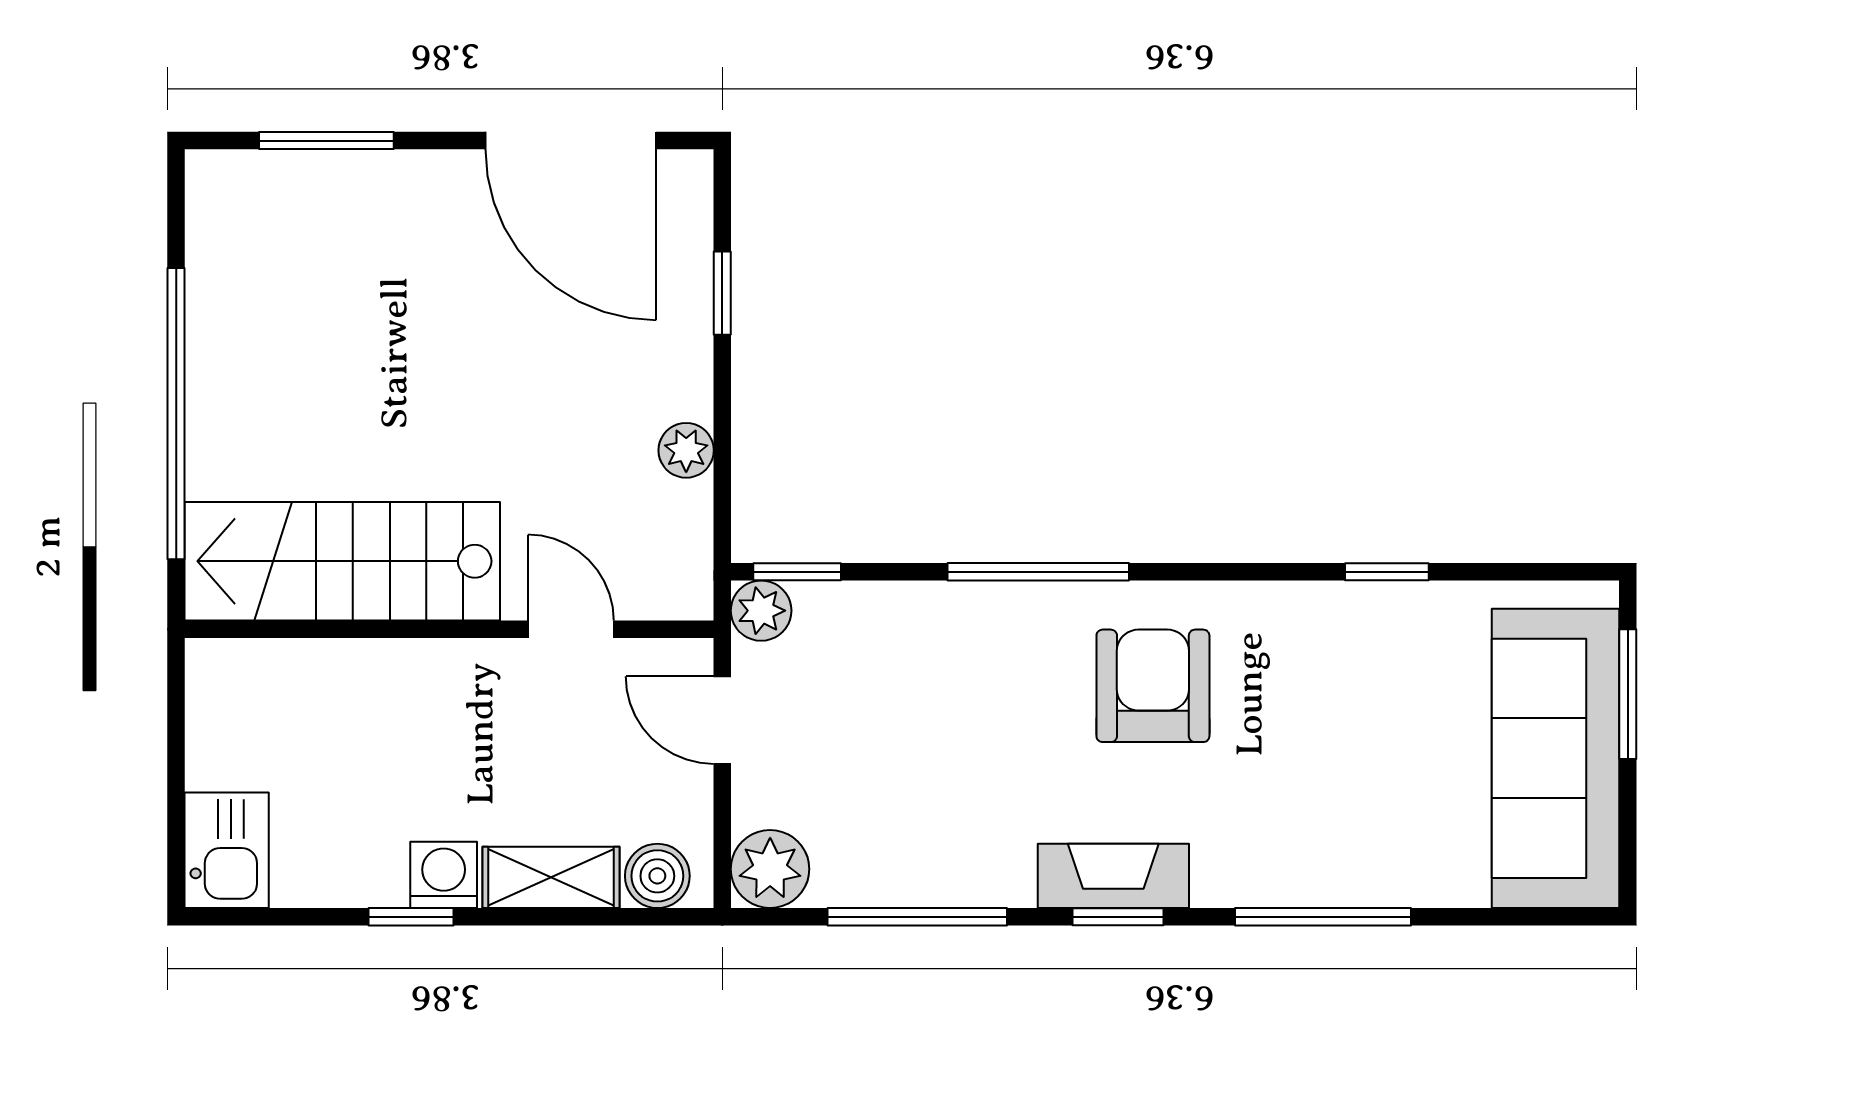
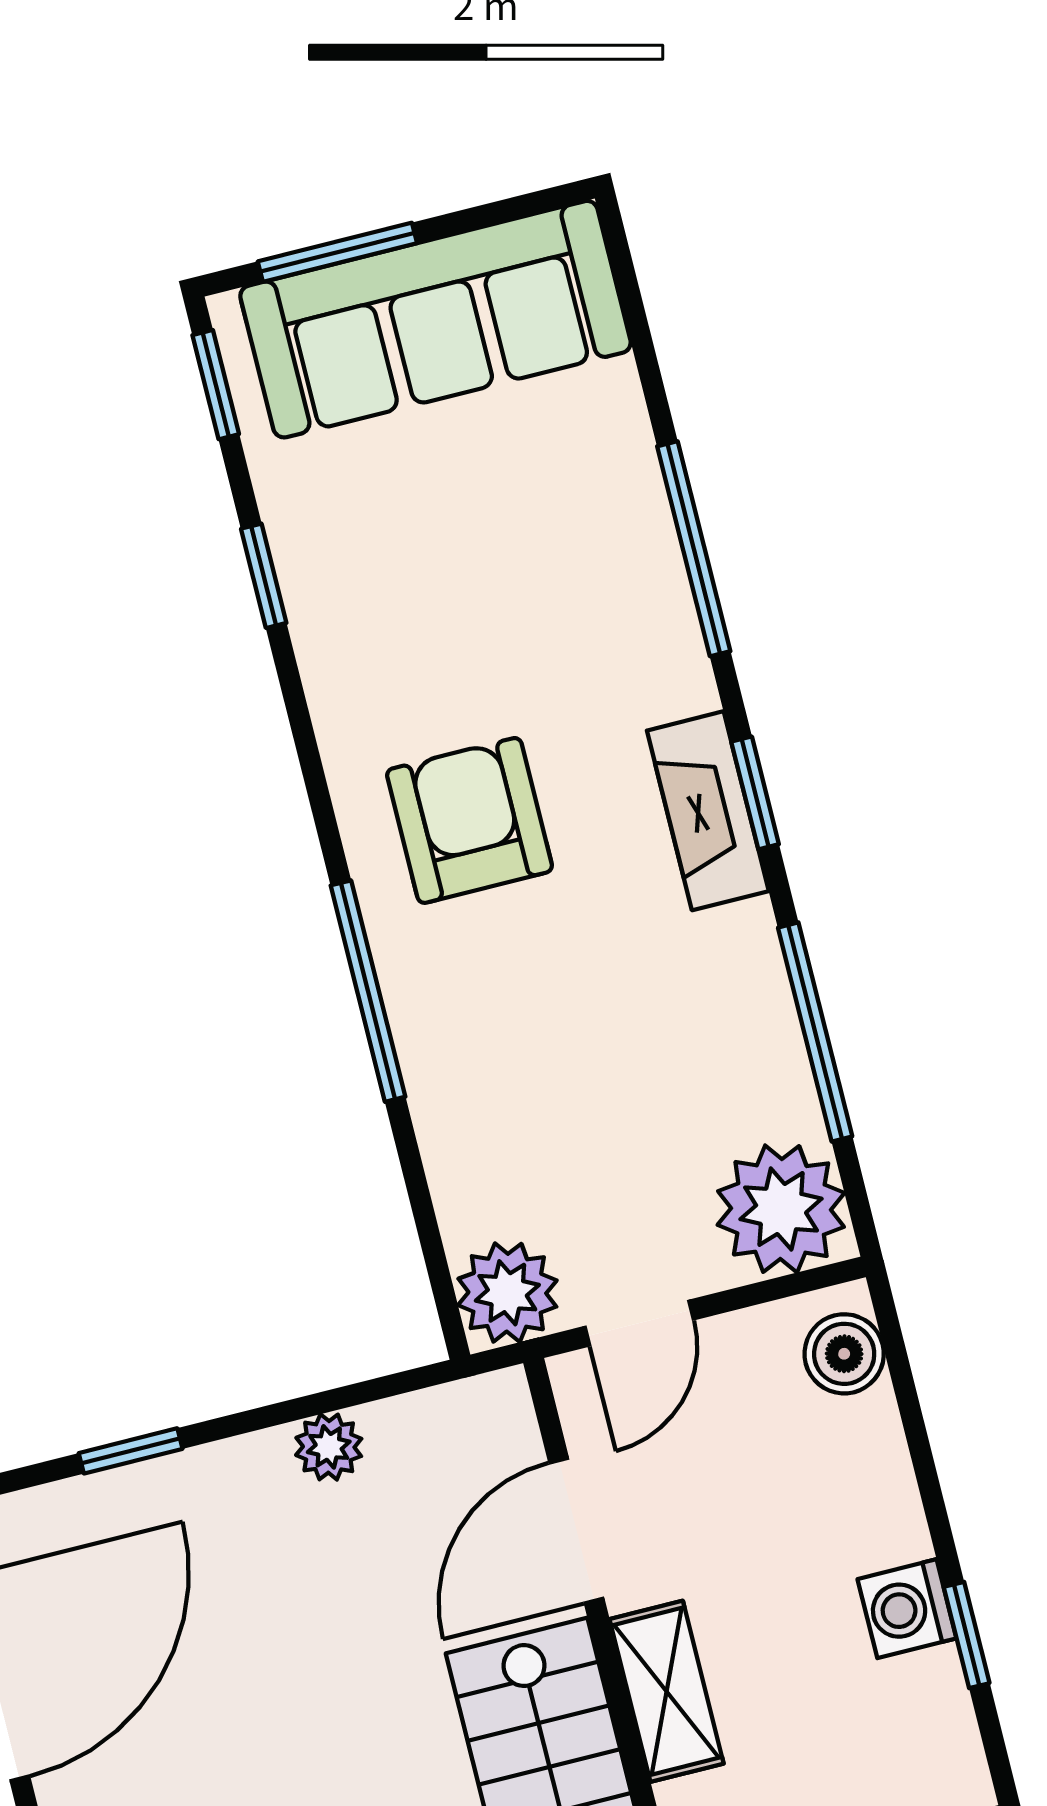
window: (797, 572) -> (216, 385), moved
plant: (761, 611) -> (507, 1293), width x1.38, depth x1.38
door: (571, 629) -> (576, 1531), width x1.38
armchair: (1153, 686) -> (470, 820), turned 90
plant: (770, 869) -> (781, 1209), width x1.36, depth x1.36
shelving: (551, 877) -> (667, 1691), moved

